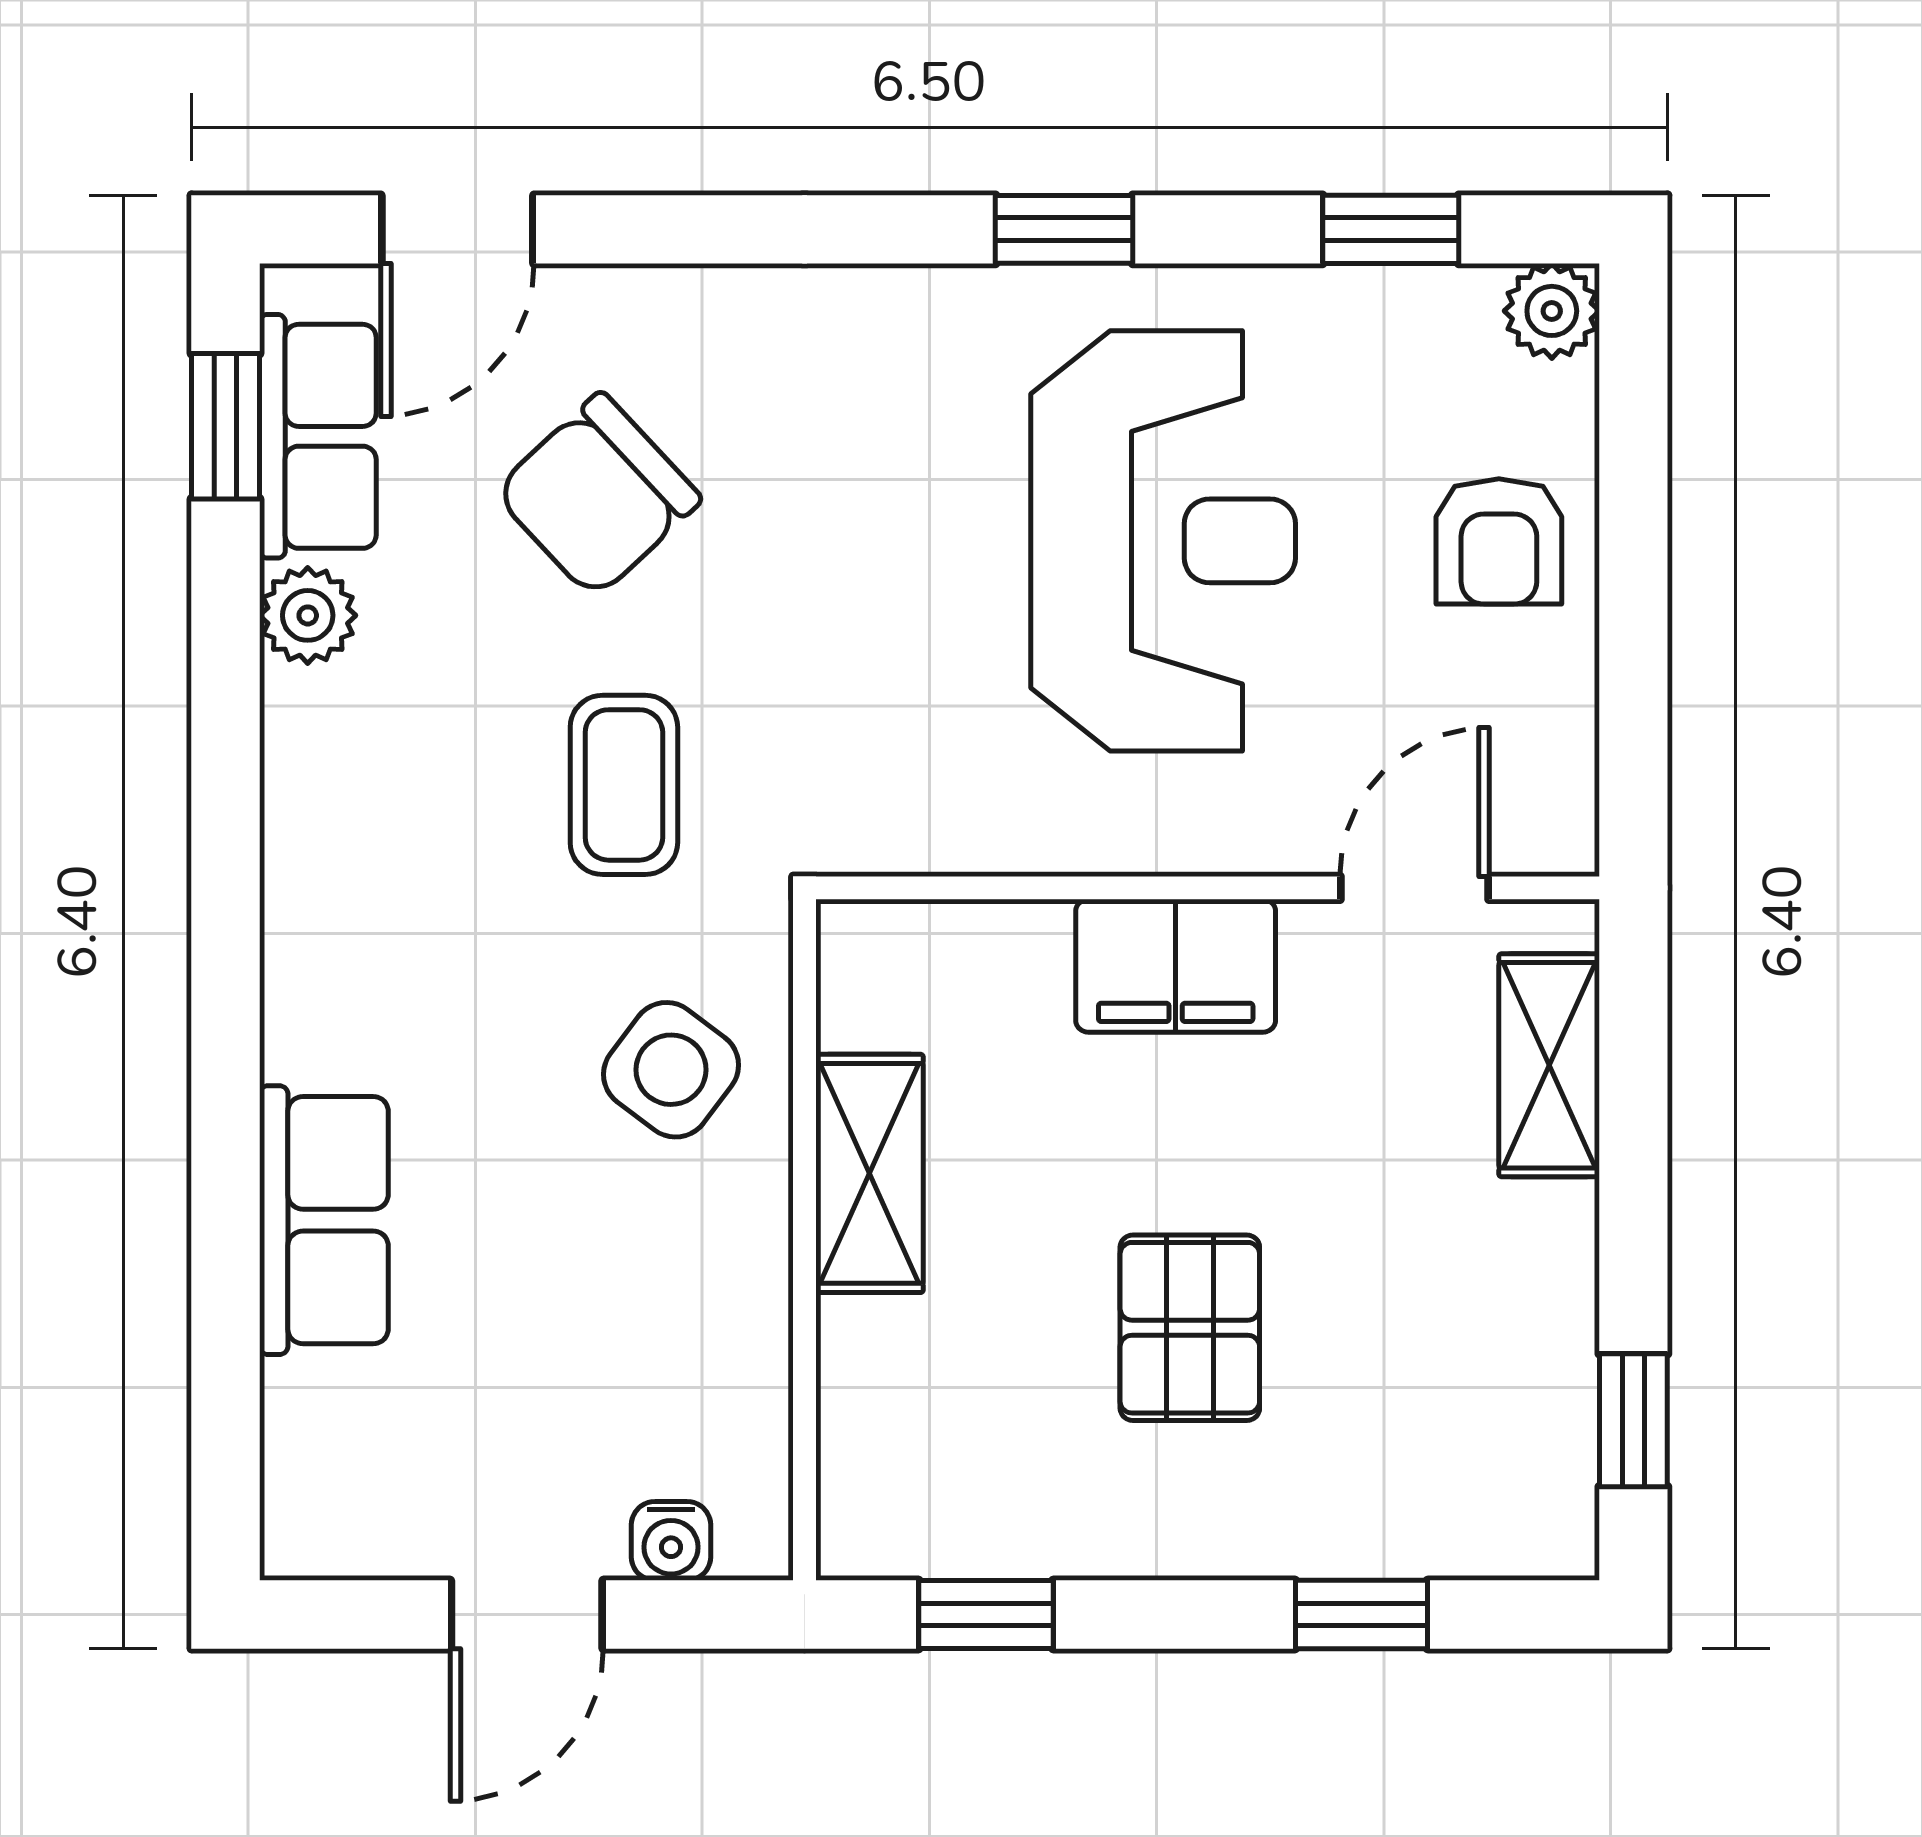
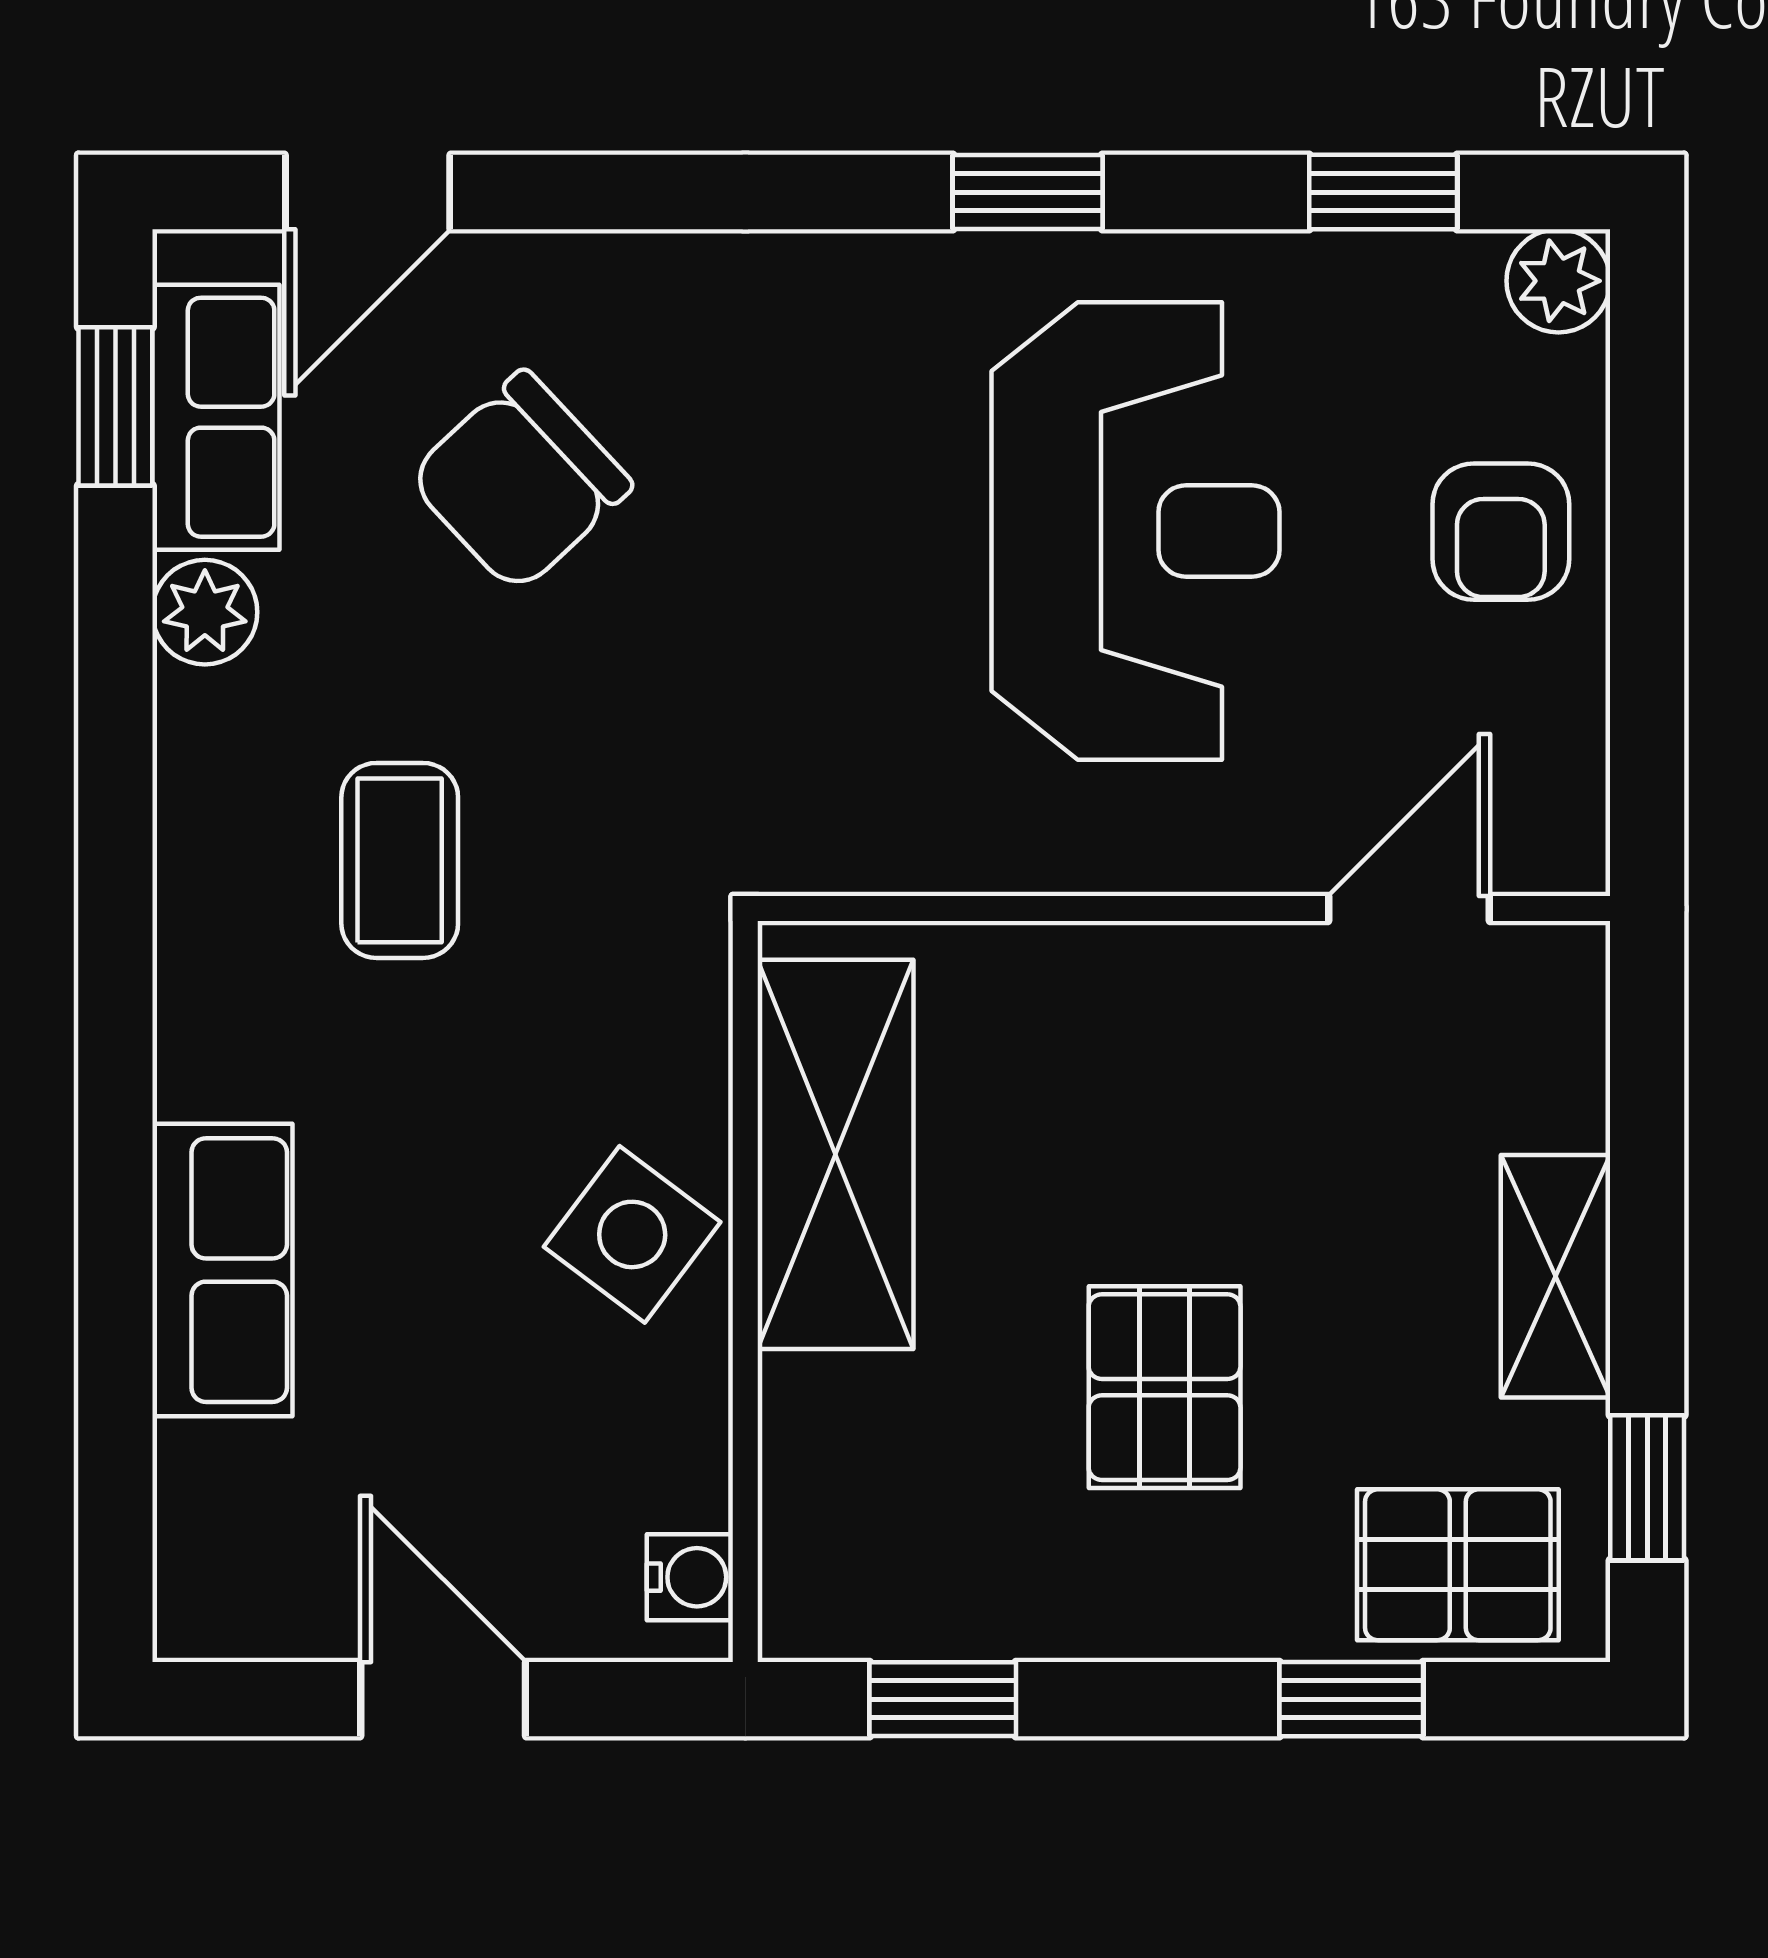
coffee table: (624, 785) -> (400, 860), moved
filing cabinet: (1176, 966) -> (1149, 993), removed
shelving: (1549, 1065) -> (1555, 1276), moved
side table: (671, 1070) -> (632, 1234), moved
shelving: (870, 1173) -> (836, 1154), width x1.50, depth x1.33
pallet: (1459, 1491) -> (1458, 1565), added
water cooler: (671, 1541) -> (690, 1577), moved, turned -90
door: (527, 1615) -> (443, 1699), swing flipped

